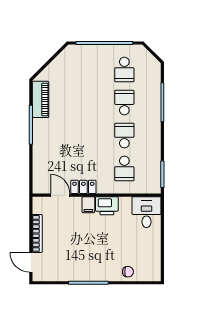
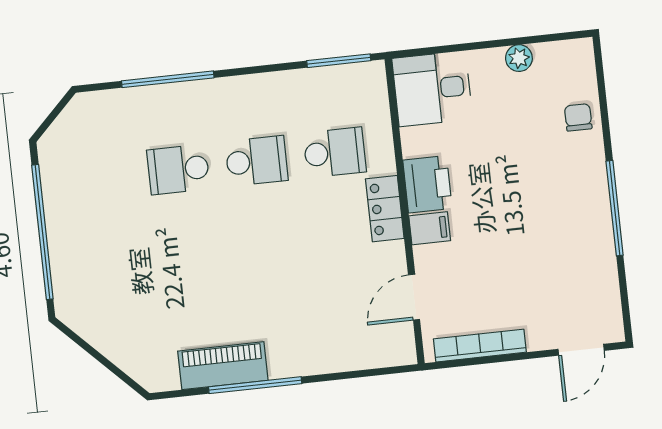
school desk: (124, 70) -> (100, 178), removed
piano: (40, 99) -> (223, 366), moved
school desk: (124, 136) -> (257, 161), turned 180
locker: (83, 187) -> (385, 209), moved
bookcase: (37, 233) -> (480, 346), moved
plant: (155, 250) -> (519, 58), added

